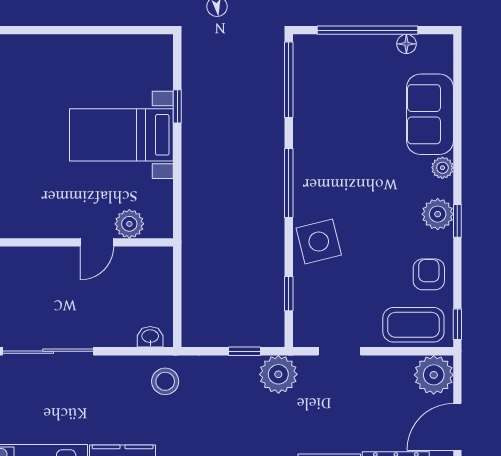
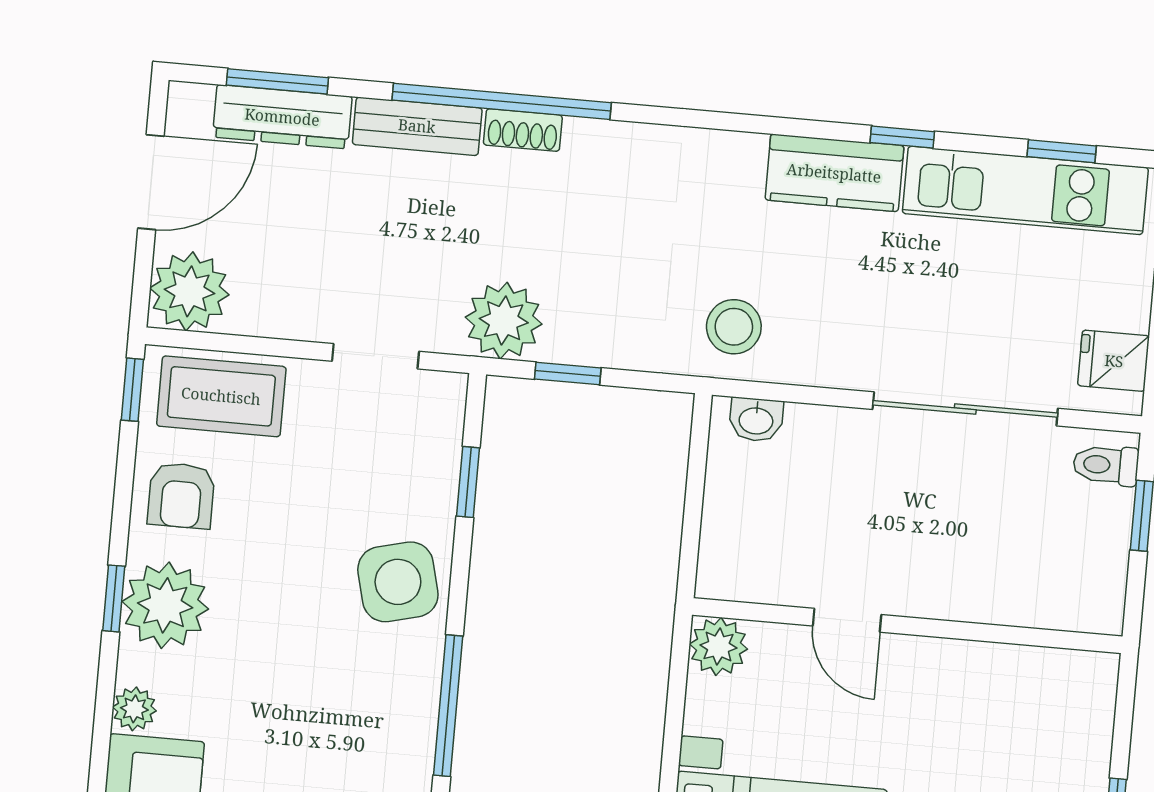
plant: (438, 214) -> (165, 605), width x1.36, depth x1.36
plant: (129, 224) -> (718, 647), moved
door: (97, 242) -> (847, 620), swing flipped

